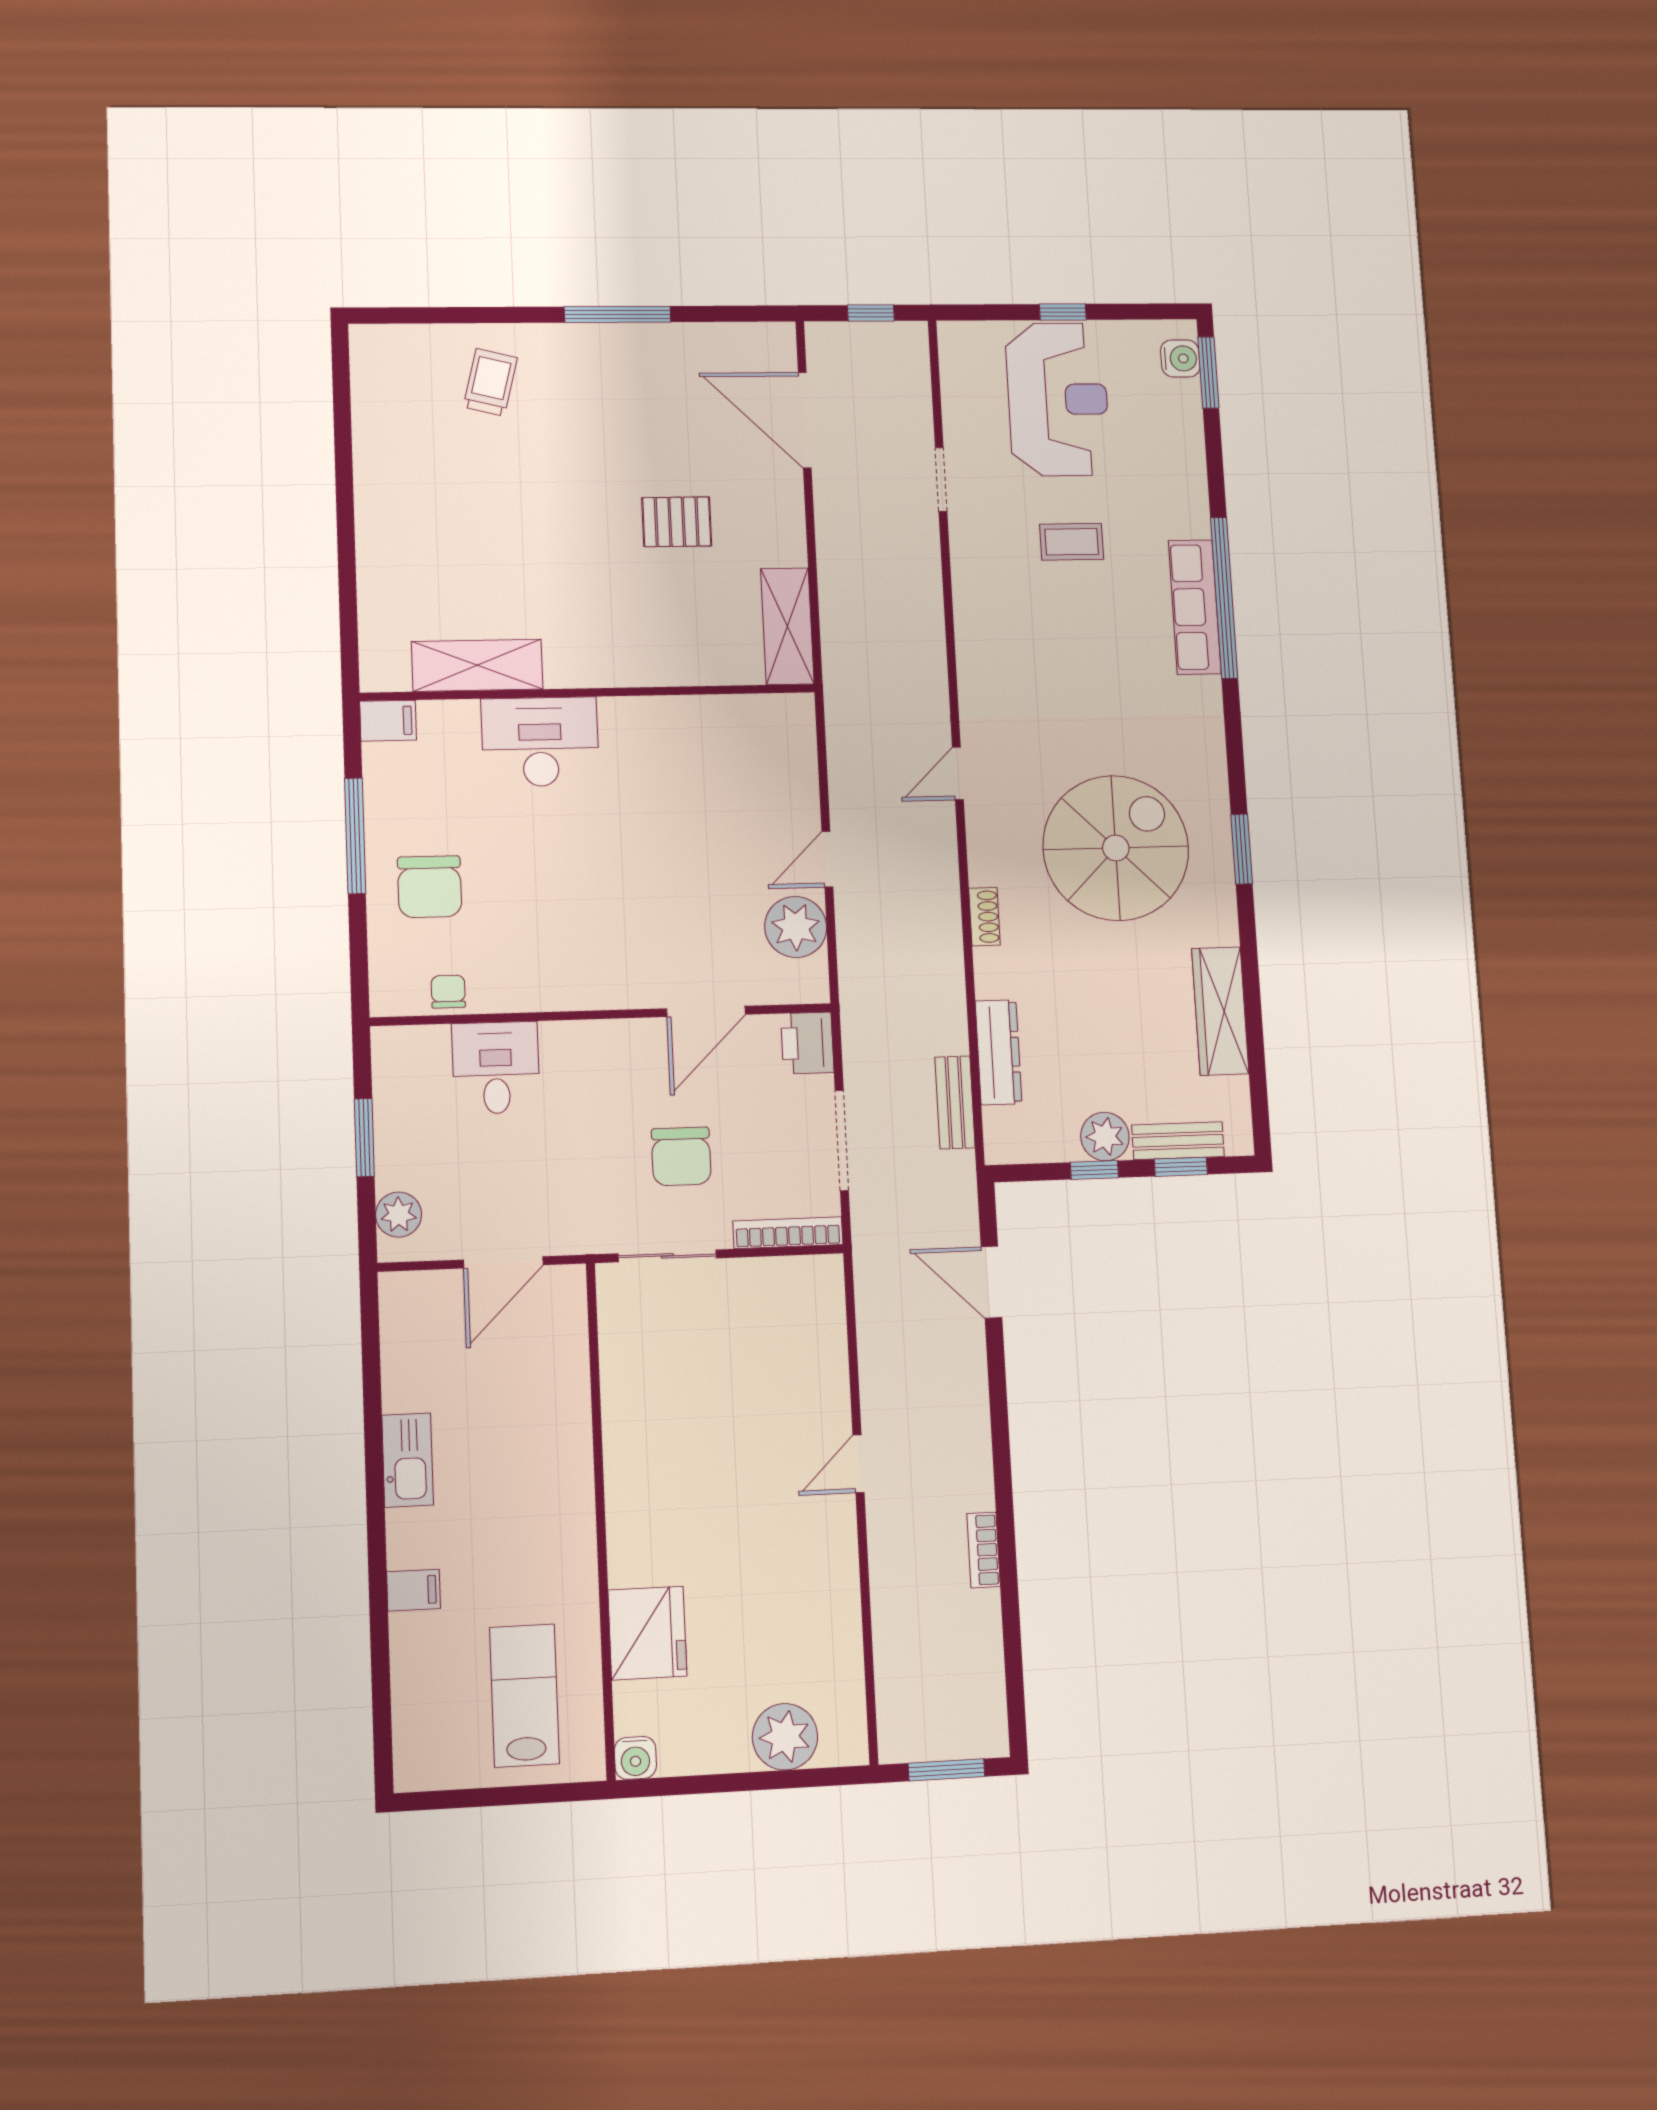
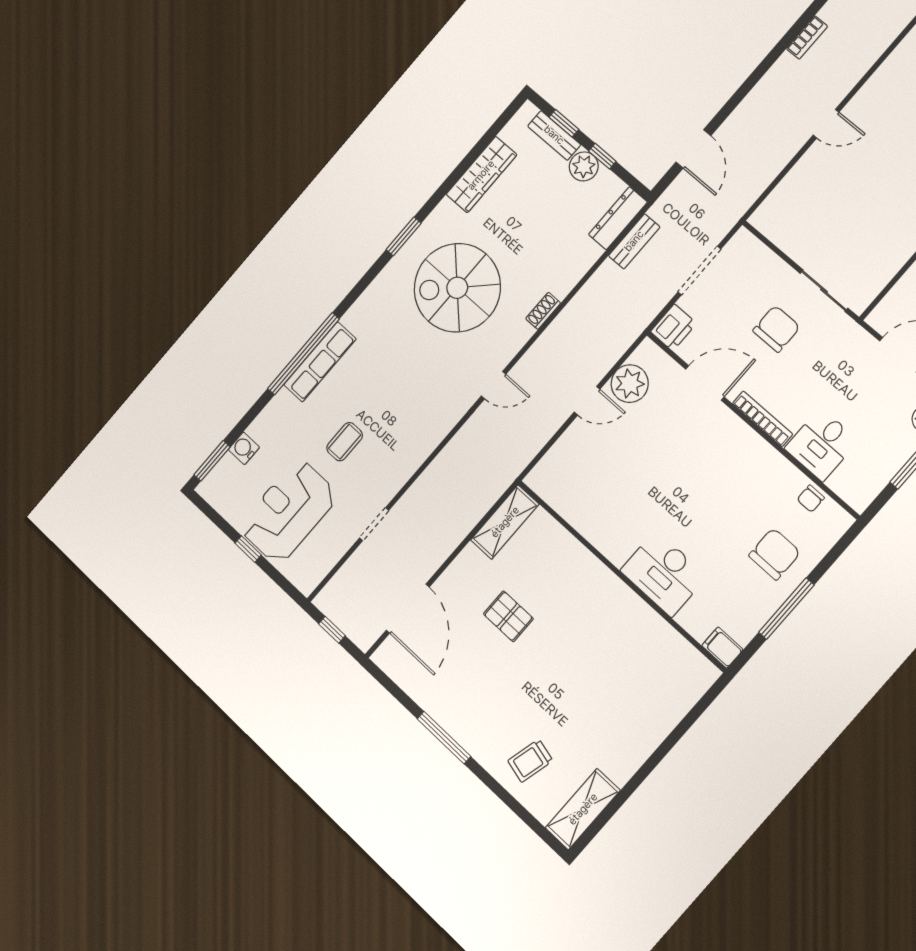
water cooler: (1180, 358) -> (244, 448), moved
coffee table: (1072, 542) -> (345, 442), turned 90
shelving: (477, 665) -> (583, 809), moved, turned 90
dresser: (999, 1052) -> (618, 218), moved
bookcase: (788, 1233) -> (763, 419), moved, turned 180

